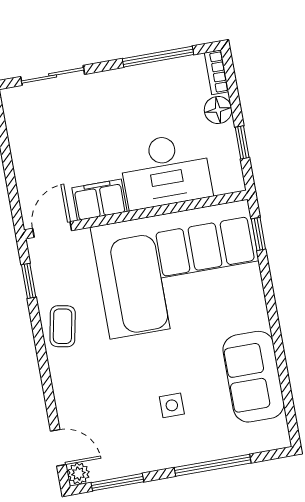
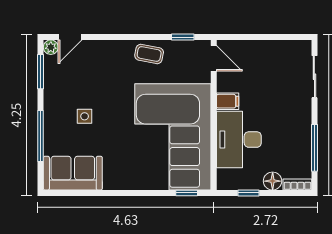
filing cabinet: (99, 200) -> (228, 101), width x0.50
sofa: (254, 377) -> (73, 173), moved

